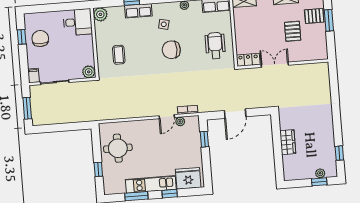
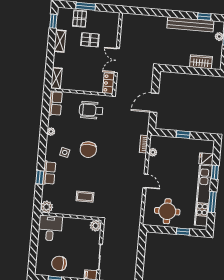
door: (235, 114) -> (154, 103), swing flipped
door: (167, 117) -> (145, 181), moved
window: (204, 139) -> (183, 135), moved
bench: (328, 139) -> (190, 24), added
wardrobe: (288, 142) -> (201, 62), moved
fridge: (188, 178) -> (206, 159), width x0.53, depth x0.75
kitchen unit: (151, 184) -> (203, 196), width x1.36

